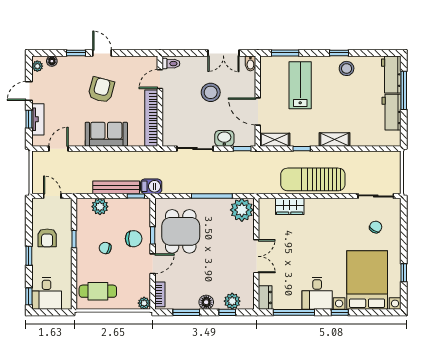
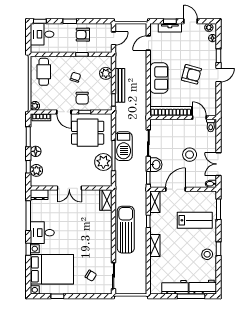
door: (58, 149) -> (148, 43), swing flipped
barbecue: (151, 186) -> (124, 146), moved, width x1.88, depth x1.53
wardrobe: (290, 206) -> (106, 200), moved
plant: (242, 210) -> (103, 162), moved

